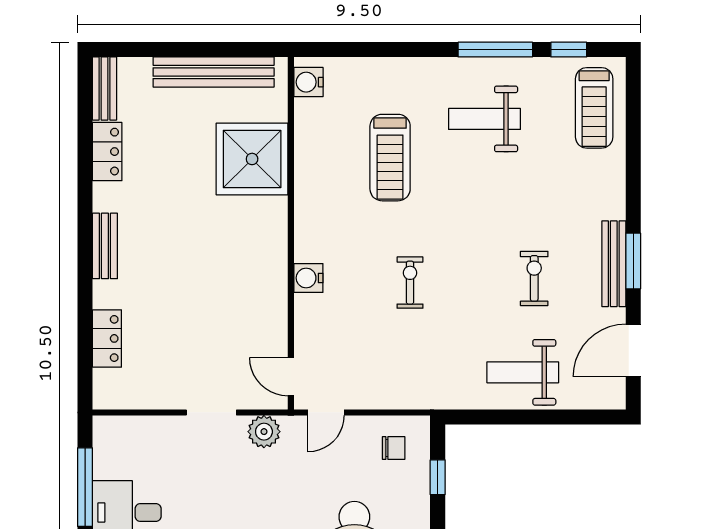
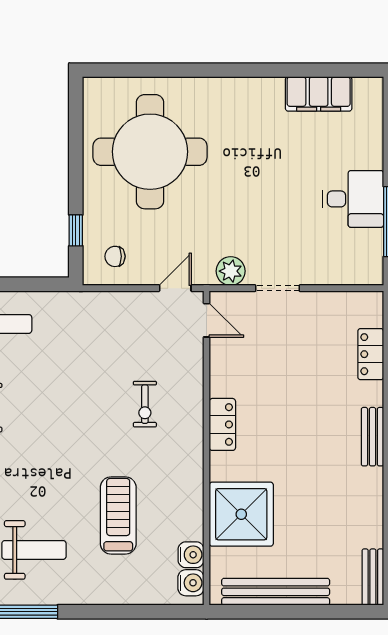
locker: (107, 152) -> (222, 424), moved, turned 180
water cooler: (308, 278) -> (191, 555), moved
exercise bike: (410, 283) -> (145, 404), moved

